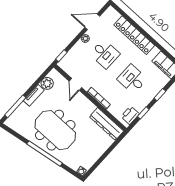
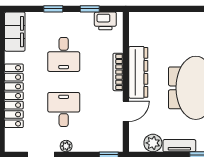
dresser: (106, 124) -> (138, 72), moved

